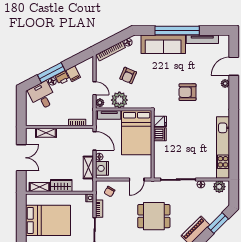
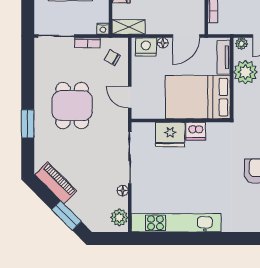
fridge: (160, 121) -> (170, 134), moved, width x1.88, depth x1.34
shelving: (88, 168) -> (129, 27), moved
dining table: (154, 216) -> (72, 106), moved

